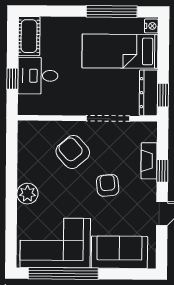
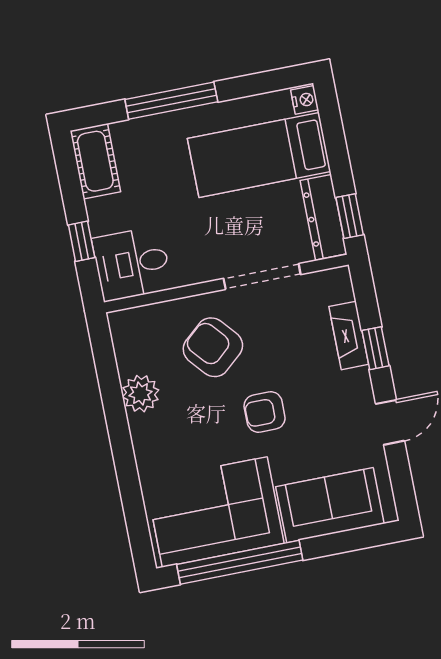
window: (112, 12) -> (171, 101), moved
desk: (38, 76) -> (132, 264), moved
armchair: (108, 185) -> (265, 412), moved, turned -84
plant: (27, 194) -> (141, 394), moved

